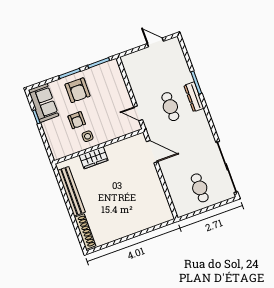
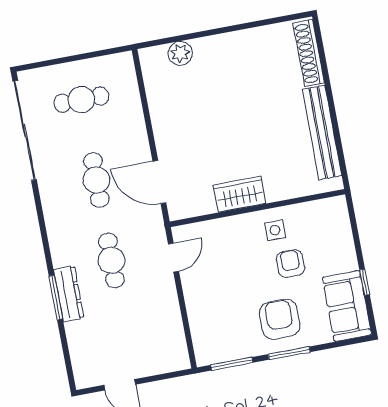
dresser: (194, 97) -> (69, 294), moved
door: (138, 113) -> (173, 258), hinge flipped
cafe table: (185, 147) -> (96, 180), added
wardrobe: (94, 158) -> (240, 194), moved
cafe table: (200, 188) -> (81, 100), turned 90
plant: (152, 220) -> (180, 53), added

